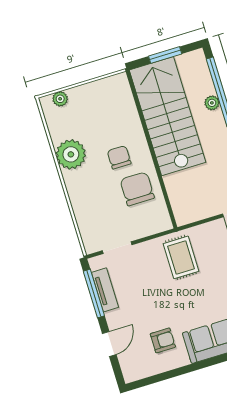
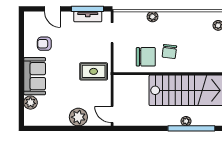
plant: (71, 154) -> (153, 17), moved, width x0.53, depth x0.53
chair: (119, 157) -> (169, 51), turned 97
armchair: (163, 340) -> (44, 44), turned 90

